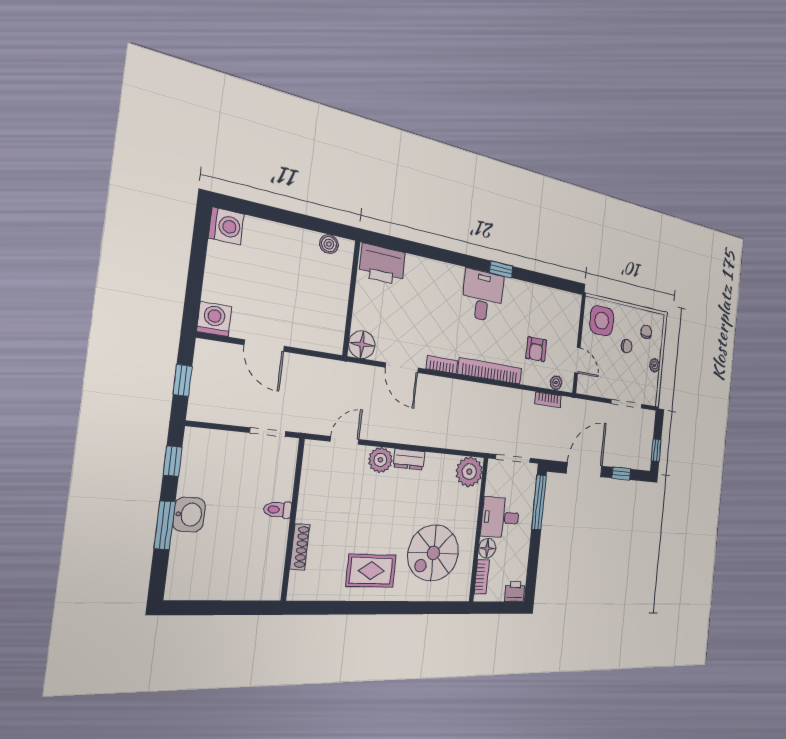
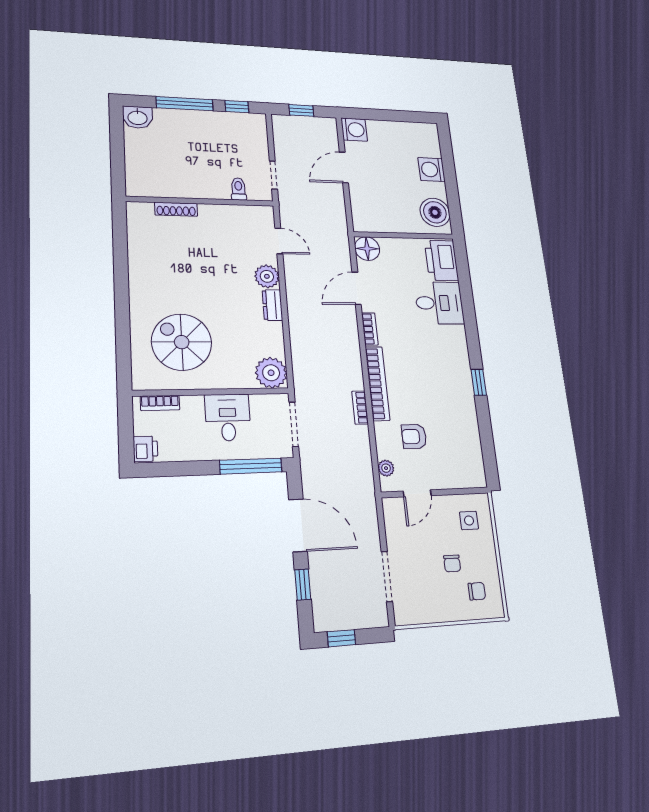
washing machine: (226, 226) -> (432, 170), moved, turned 90
boiler: (329, 244) -> (435, 212), width x1.86, depth x1.86
desk: (483, 295) -> (439, 303), moved
side table: (602, 321) -> (469, 520), width x0.54, depth x0.54
plant: (655, 365) -> (442, 613), removed
bookcase: (548, 400) -> (360, 408), moved
toilet: (277, 510) -> (238, 189), moved
washbasin: (189, 514) -> (138, 117), moved
window: (165, 525) -> (185, 104), width x1.44
floor lamp: (487, 548) -> (192, 406), removed
rug: (371, 571) -> (158, 278), removed

